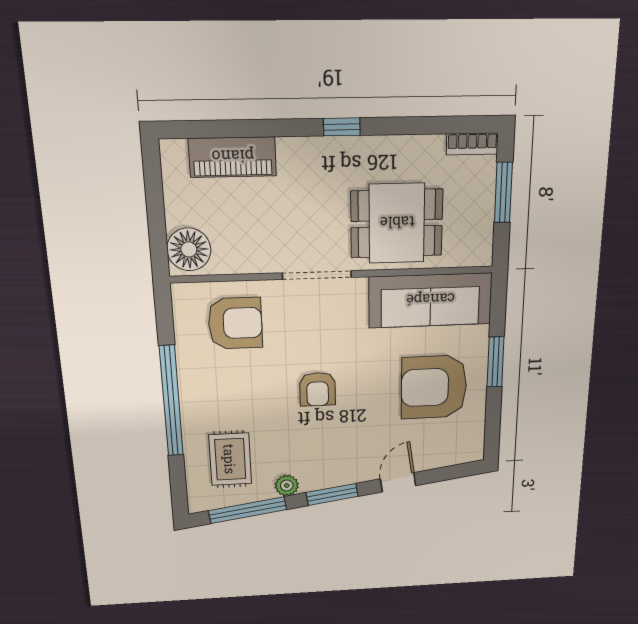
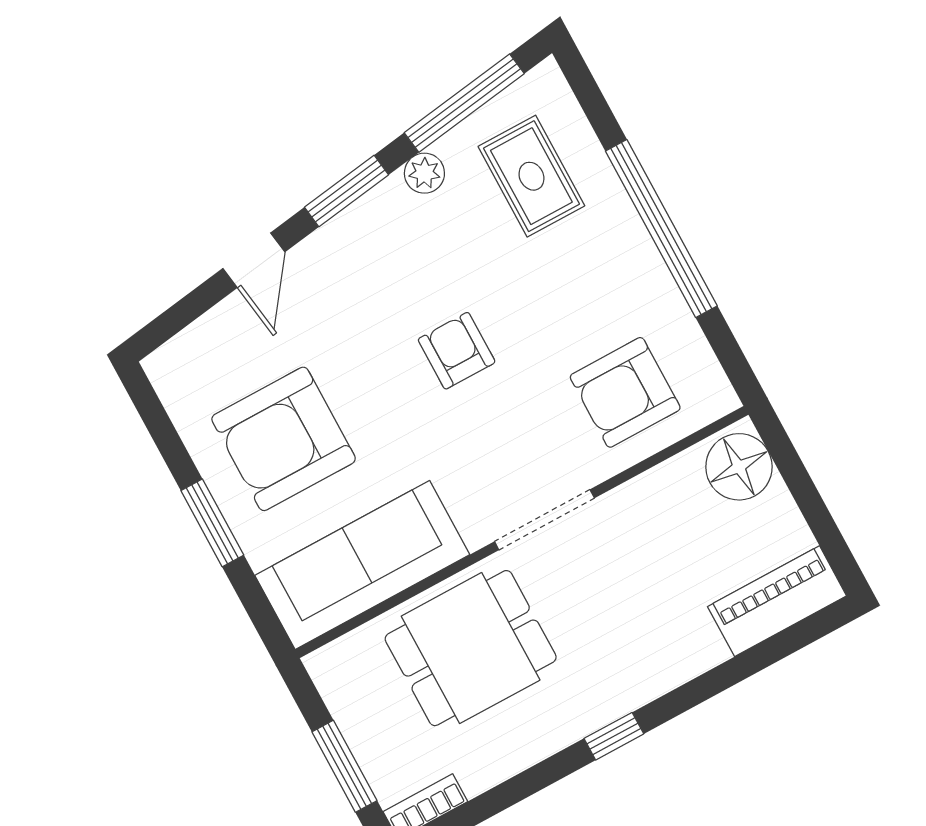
piano: (233, 157) -> (777, 601), moved
armchair: (434, 387) -> (284, 439), turned 180

